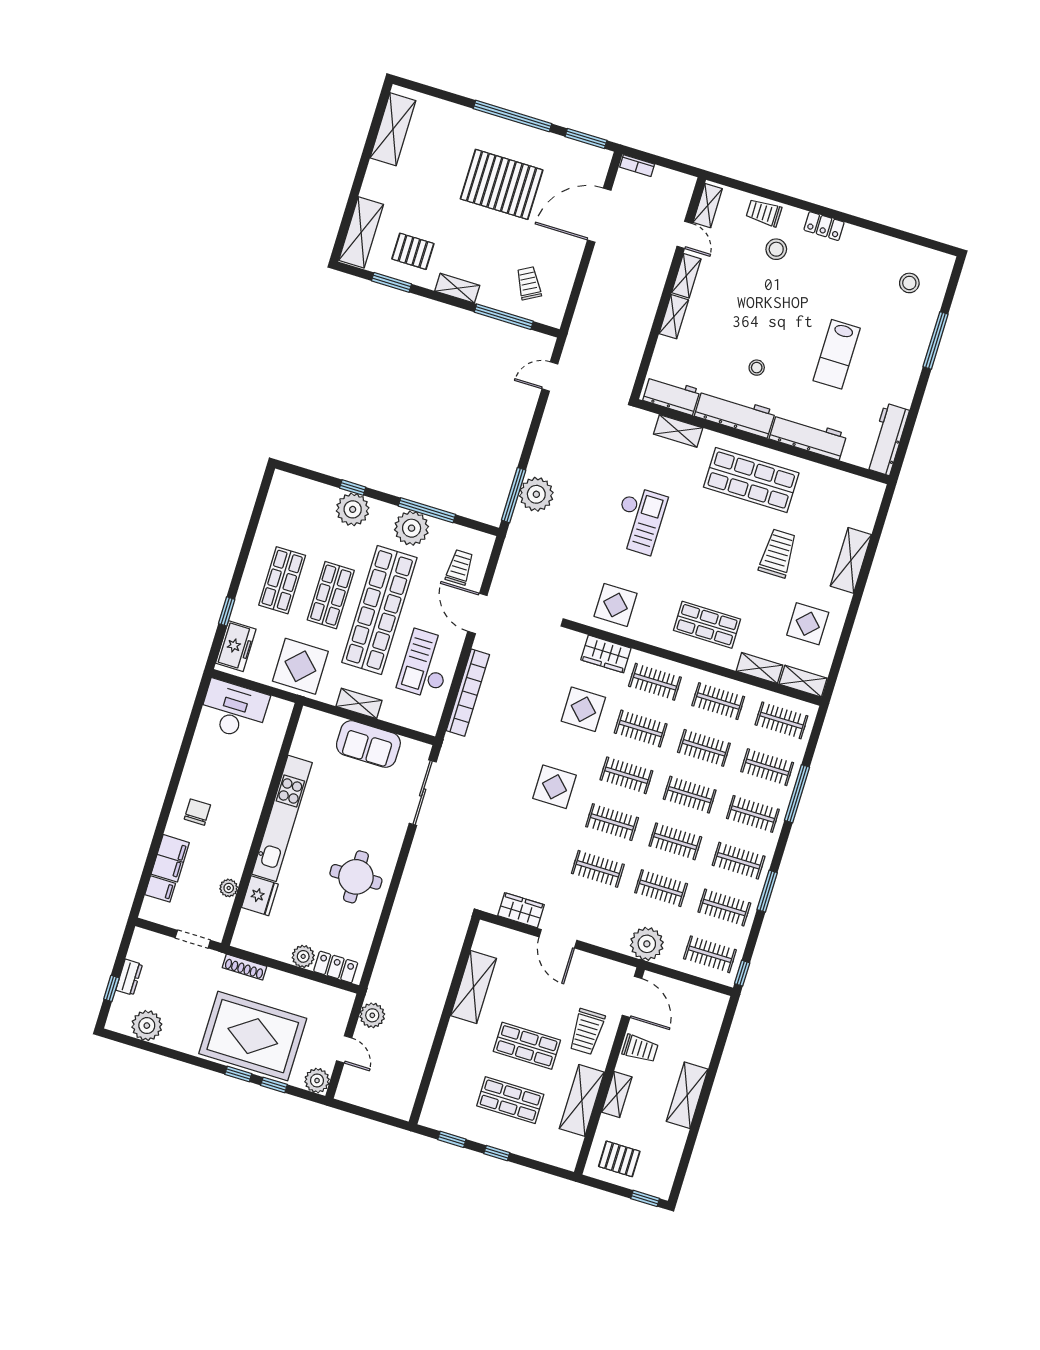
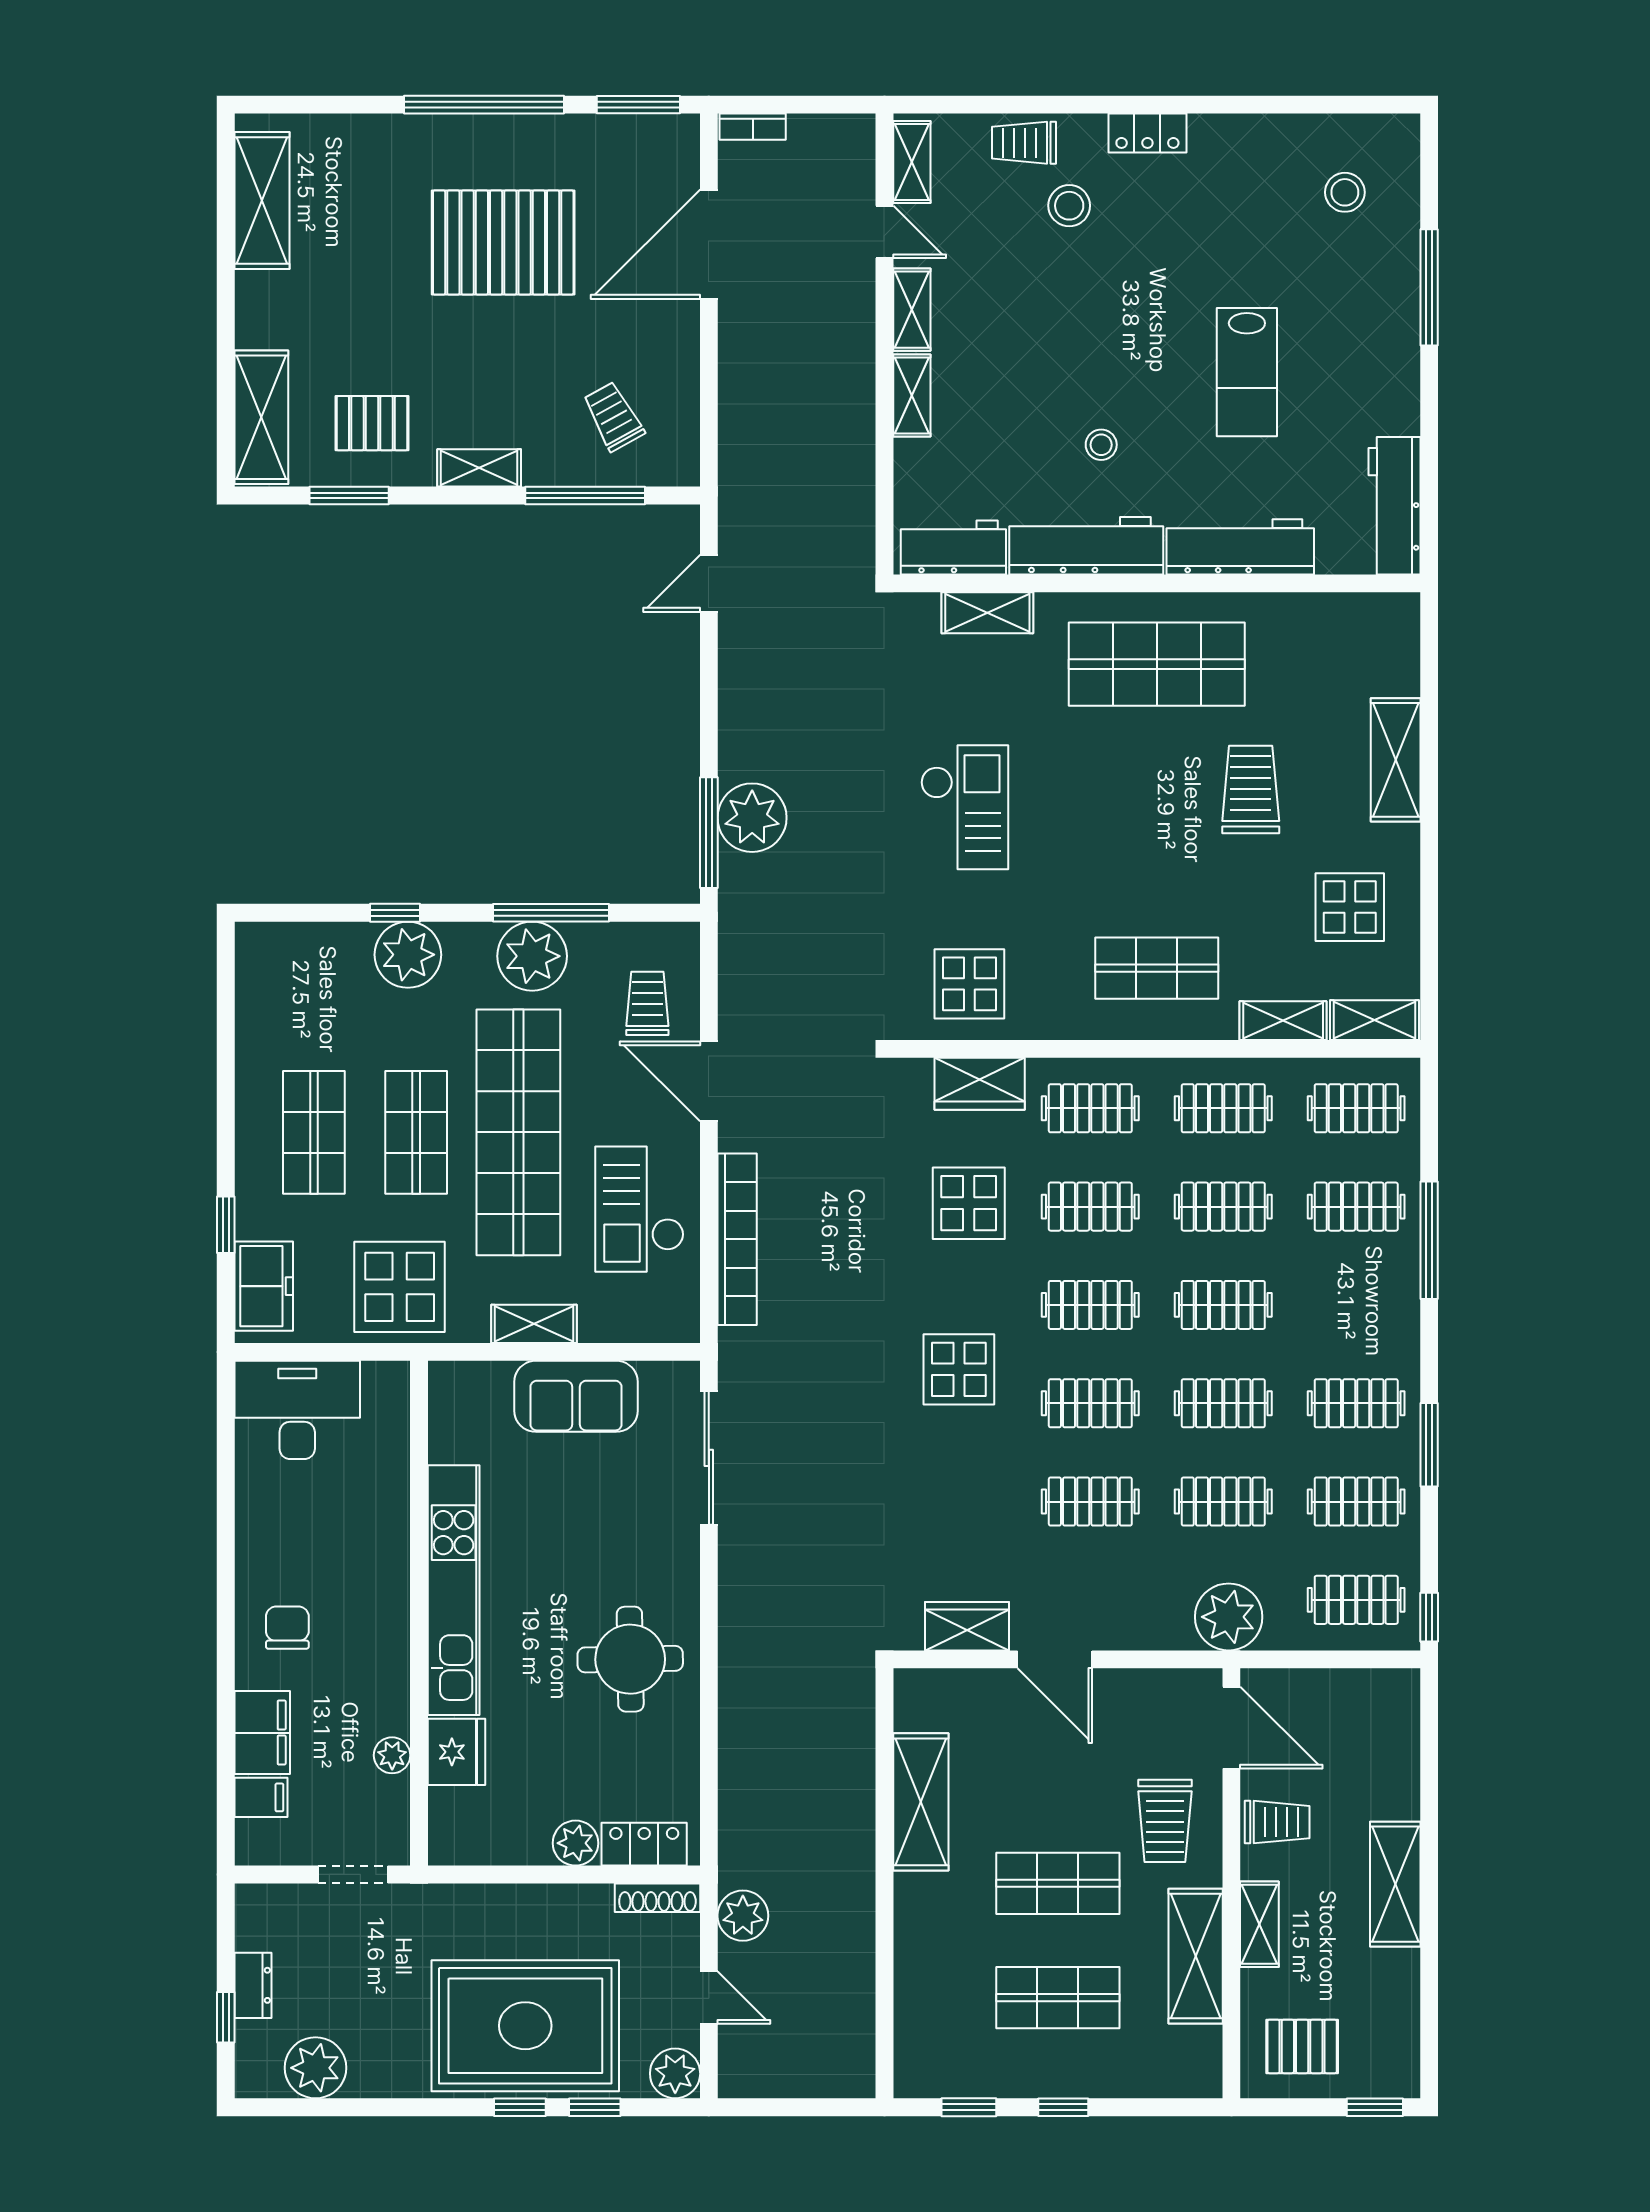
clothes rail: (753, 814) -> (1356, 1305), removed
shoe rack: (245, 967) -> (657, 1898), moved

